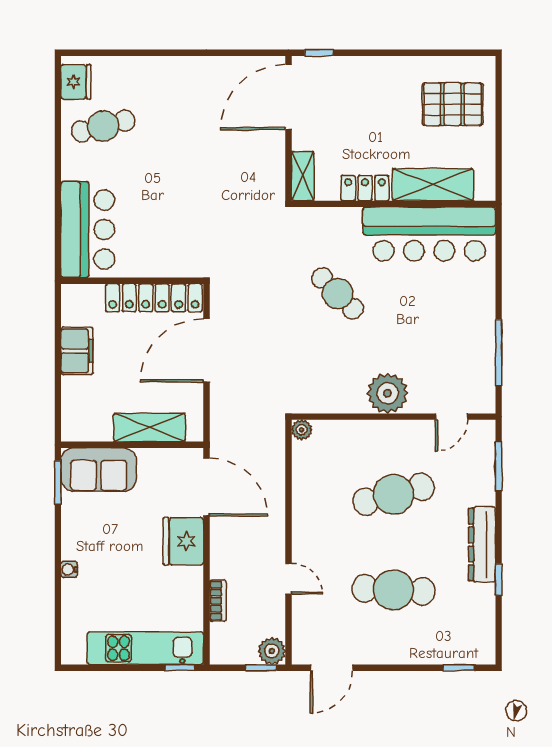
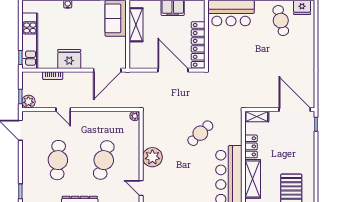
shelving: (150, 427) -> (136, 25), moved
cafe table: (394, 494) -> (104, 160), turned 30
fridge: (183, 541) -> (69, 59), moved
door: (288, 579) -> (63, 110), hinge flipped

